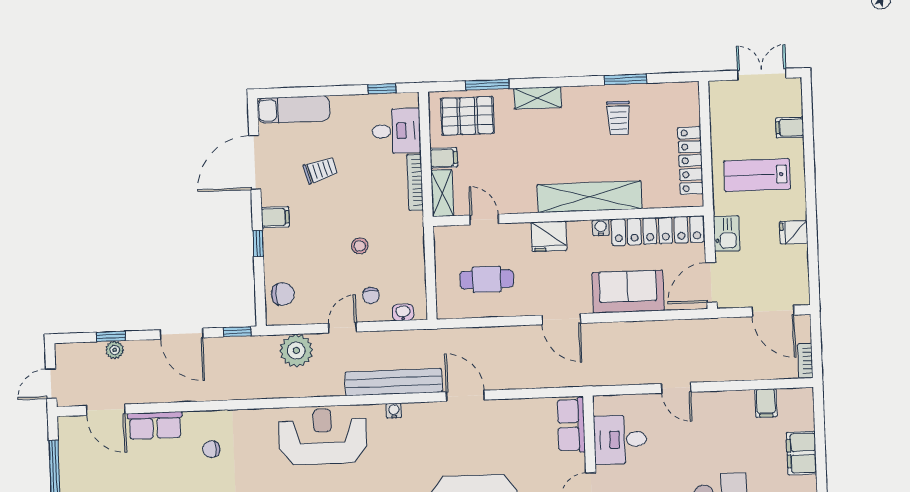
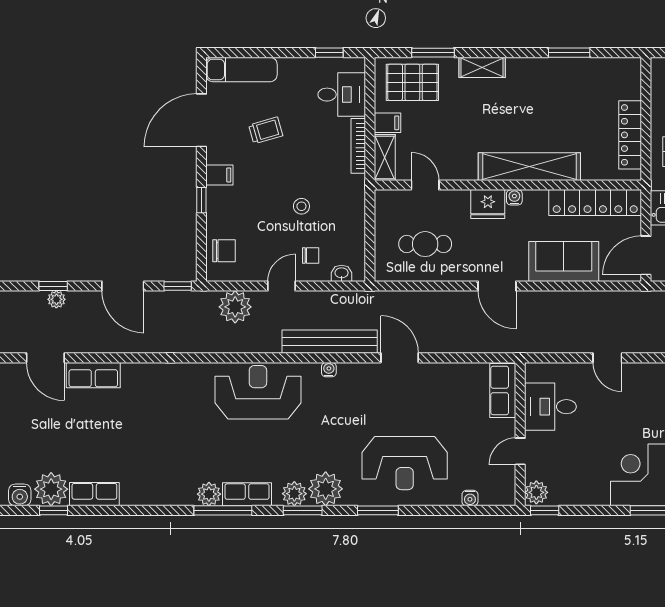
trolley: (619, 118) -> (561, 90), removed
water cooler: (601, 228) -> (514, 197), moved
chair: (371, 296) -> (311, 256), turned -90
chair: (211, 449) -> (148, 401), removed

